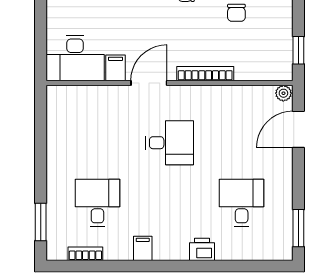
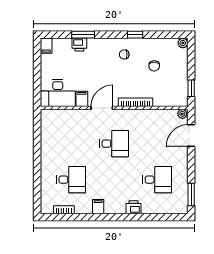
desk: (97, 203) -> (71, 180), turned 90
desk: (242, 203) -> (157, 180), turned 90
window: (41, 222) -> (37, 191), removed

